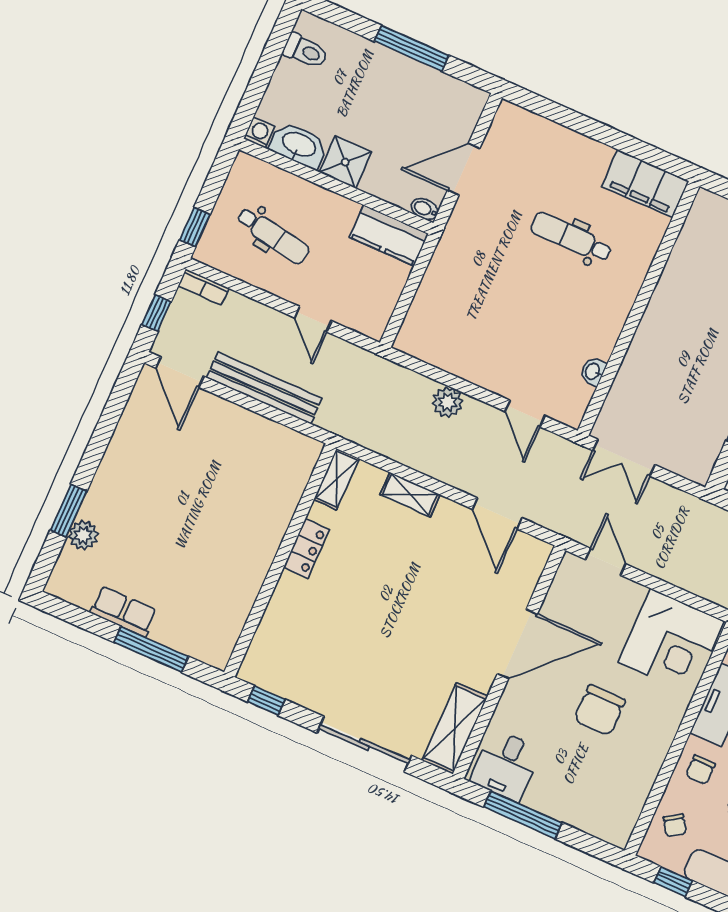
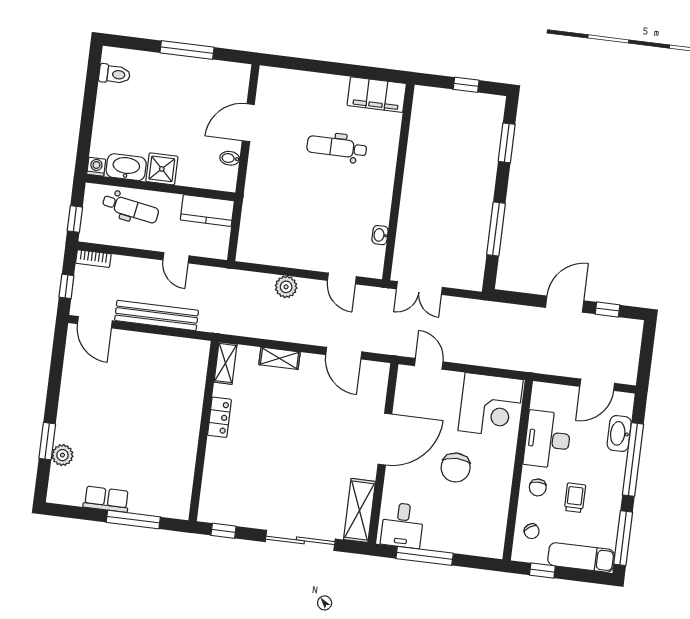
washing machine: (259, 133) -> (96, 167), moved
washbasin: (299, 145) -> (126, 167), moved
shower: (345, 162) -> (162, 169), moved
wall: (336, 186) -> (161, 188), moved
kitchen counter: (389, 235) -> (207, 210), moved

